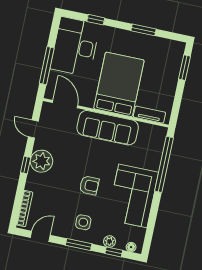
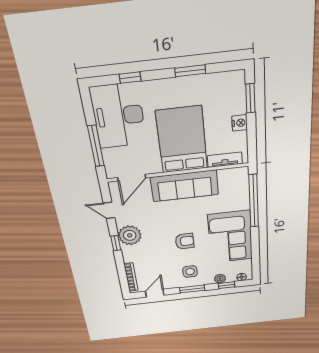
nightstand: (171, 86) -> (240, 123), added
door: (65, 104) -> (132, 178), swing flipped

